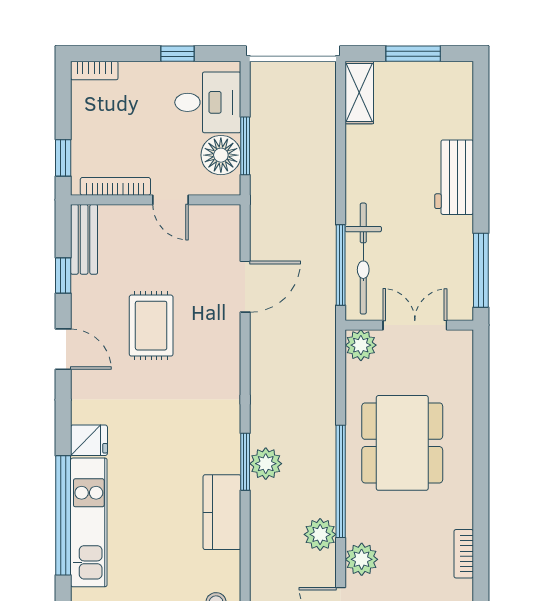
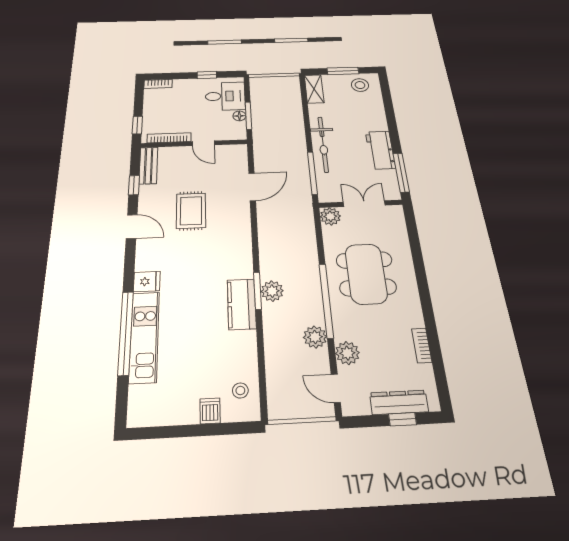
stool: (439, 87) -> (360, 85), added
floor lamp: (221, 155) -> (239, 116), width x0.53, depth x0.53
workbench: (454, 177) -> (380, 150), moved
bicycle: (363, 259) -> (323, 144), moved
kitchen counter: (222, 512) -> (242, 304), moved

